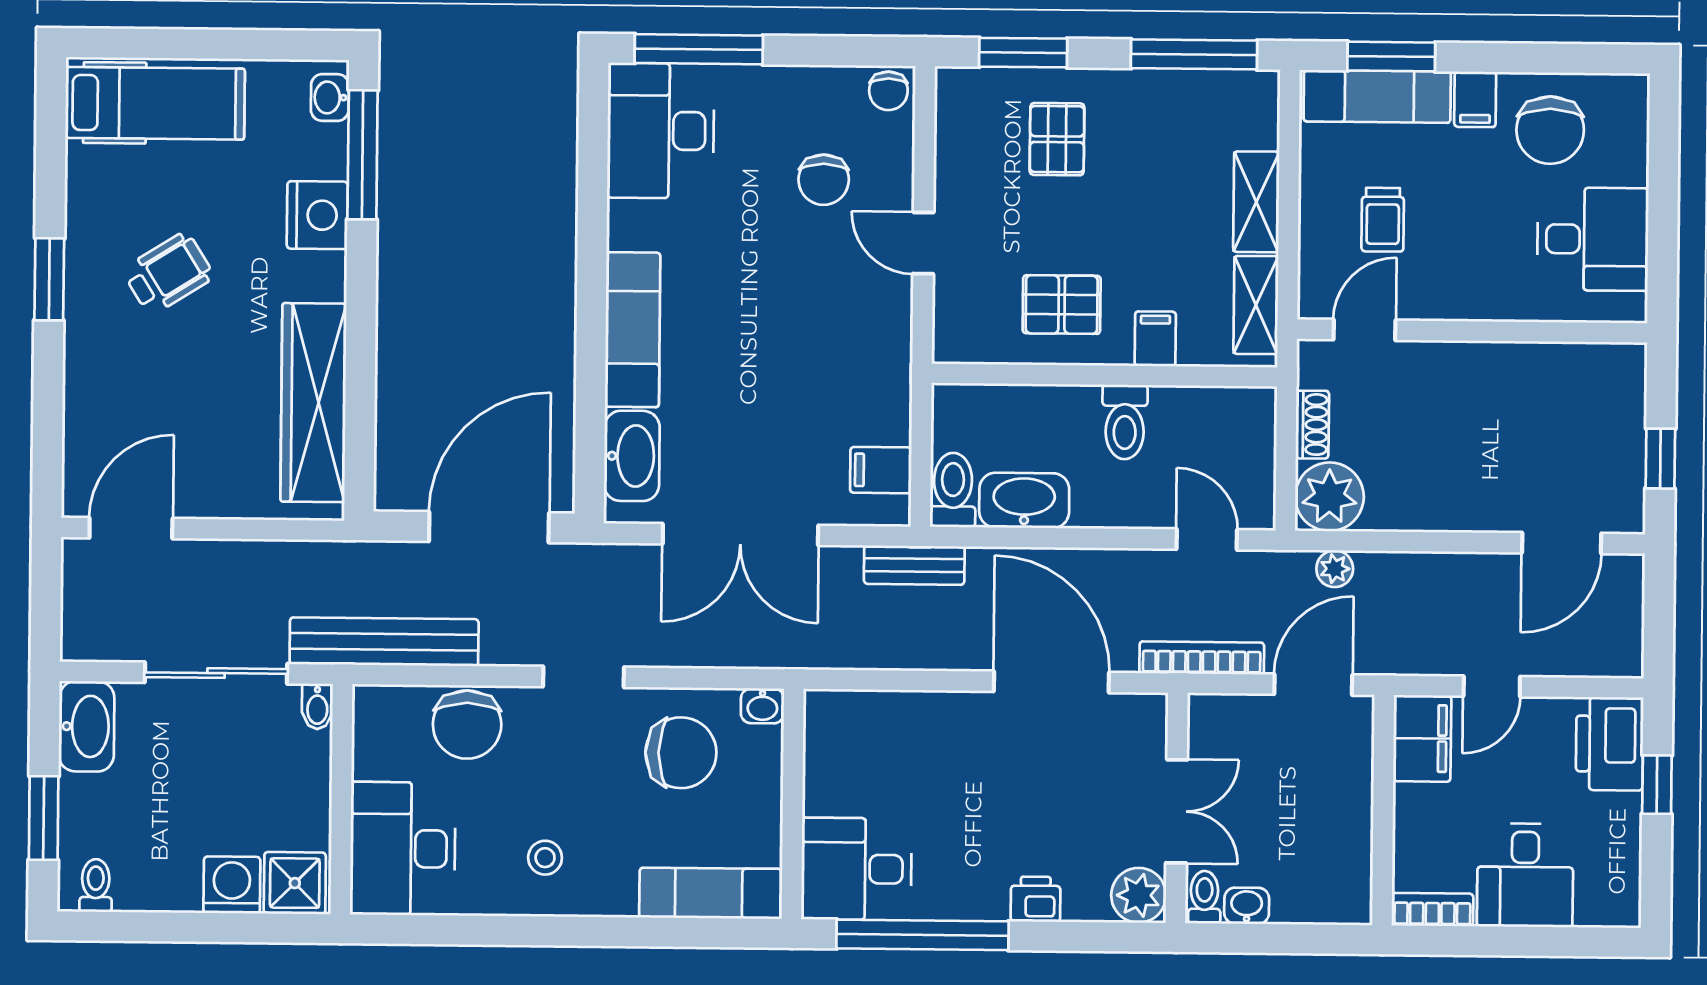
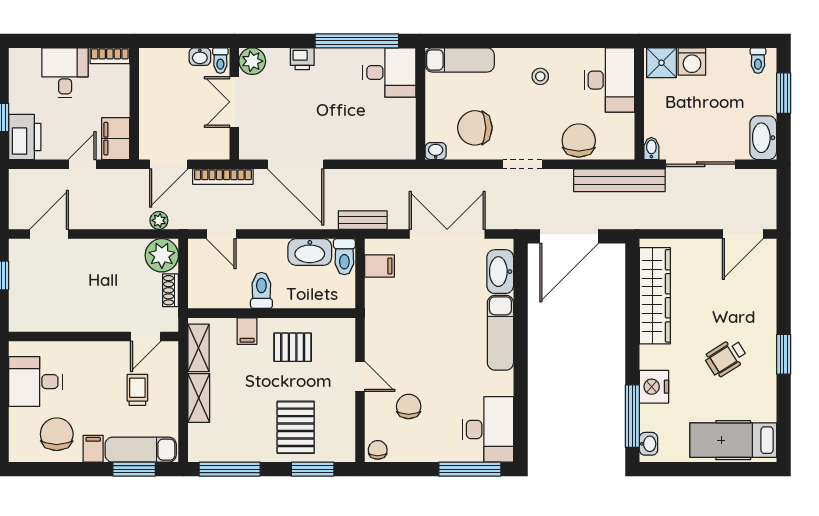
pallet: (1057, 139) -> (296, 427), width x1.50, depth x1.42

